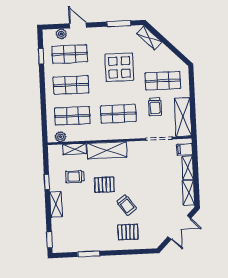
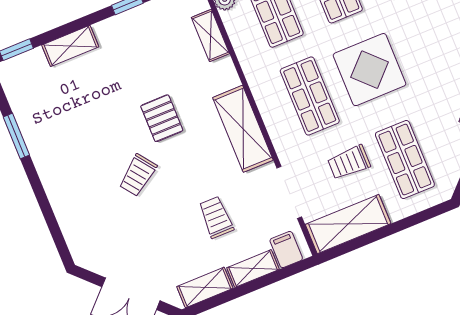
display table: (119, 67) -> (370, 70), moved
shelving: (107, 150) -> (243, 129), moved
trolley: (75, 177) -> (216, 217), moved
shelving: (56, 204) -> (70, 46), moved
pallet: (128, 232) -> (86, 197), removed

